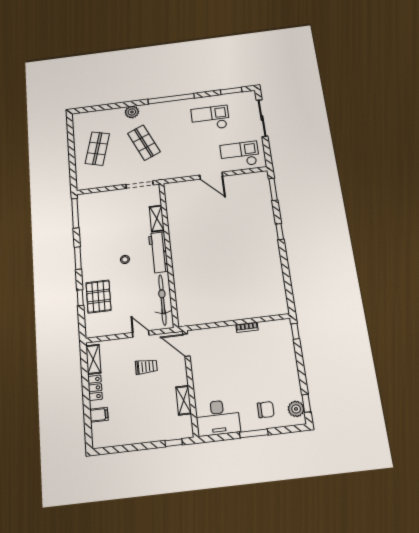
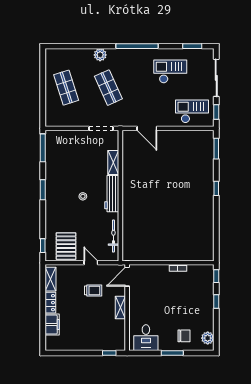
shop shelf: (97, 149) -> (66, 88), turned -33
window: (267, 152) -> (216, 112), added
door: (211, 176) -> (147, 128), moved
pallet: (98, 296) -> (66, 246), moved
window: (80, 298) -> (43, 246), moved
bicycle: (162, 300) -> (113, 236), width x0.73, depth x0.71
door: (186, 345) -> (127, 277), hinge flipped
shelving: (184, 400) -> (120, 307), moved
window: (306, 403) -> (216, 302), moved
filing cabinet: (99, 415) -> (52, 325), width x2.00
desk: (218, 418) -> (146, 338), width x0.73

